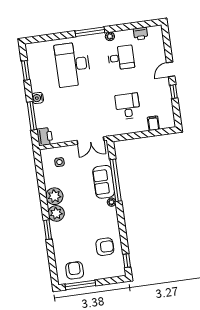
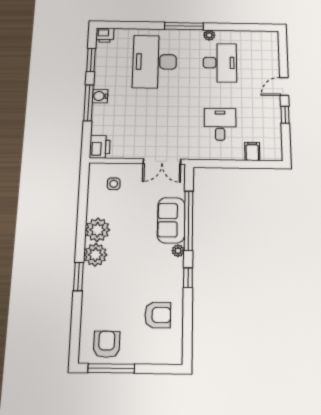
printer: (140, 34) -> (105, 35), moved
desk: (121, 58) -> (220, 63), width x1.37
window: (32, 116) -> (88, 103), moved
window: (127, 261) -> (188, 278), moved

